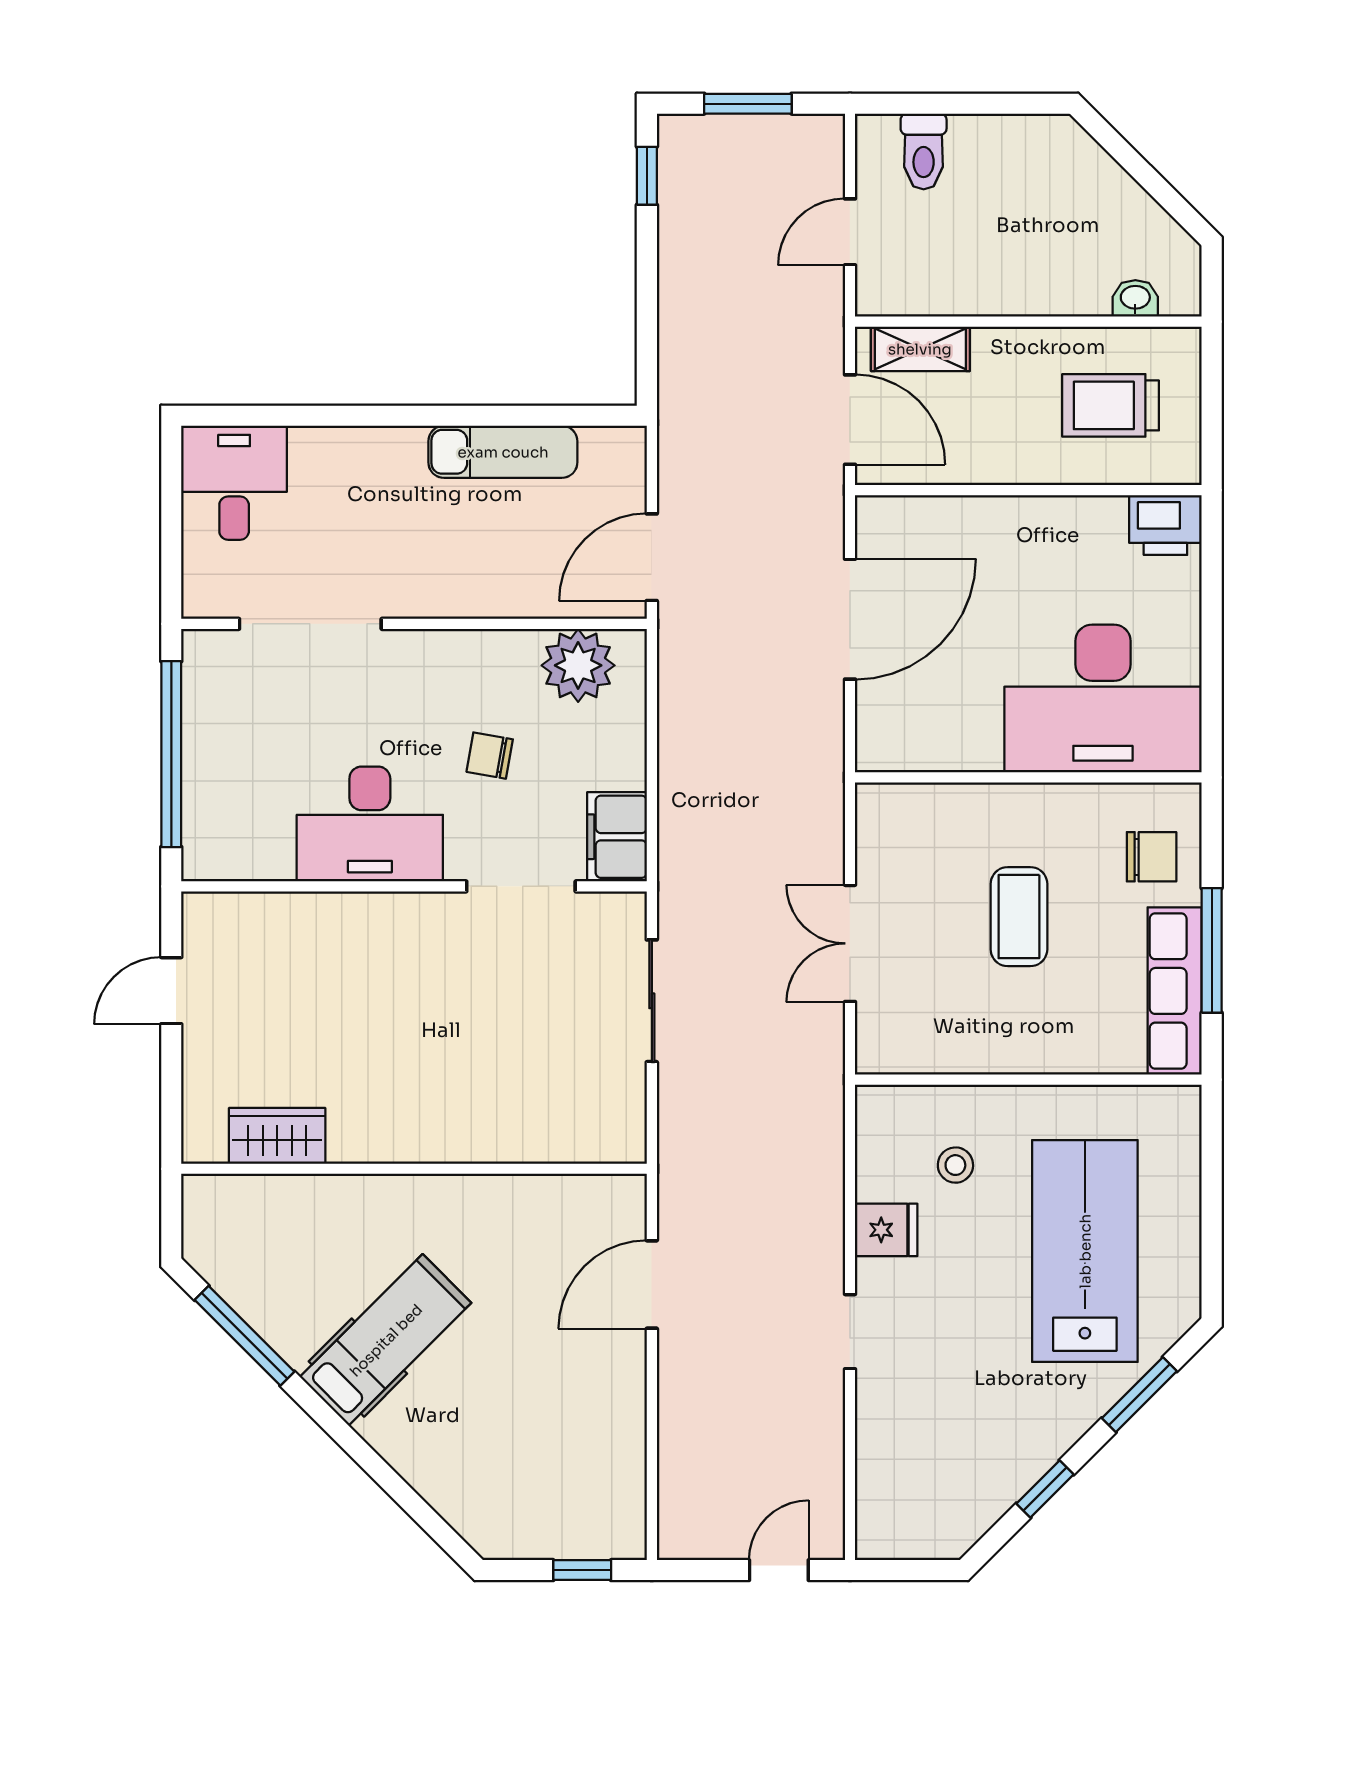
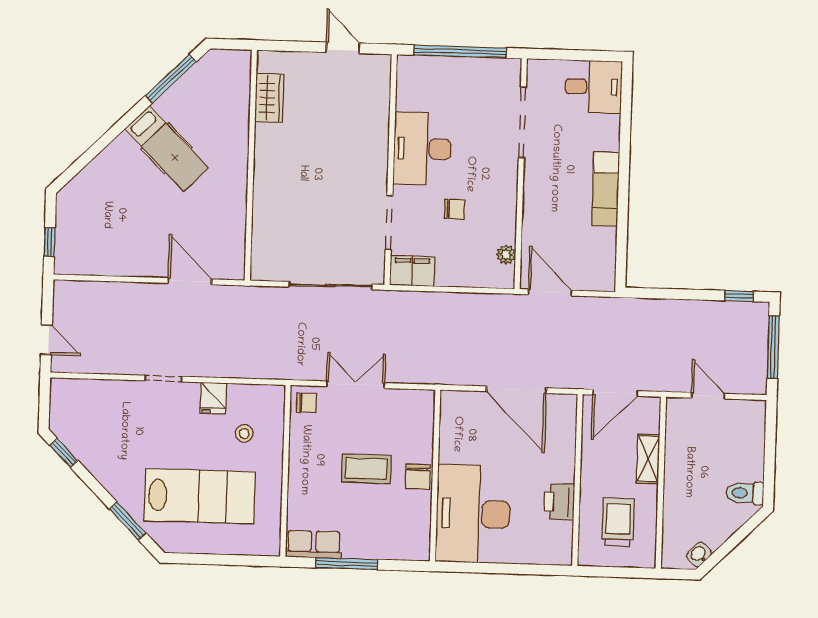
window: (748, 104) -> (773, 347), width x1.44
toilet: (924, 151) -> (745, 493), moved
washbasin: (1135, 298) -> (699, 554), moved, turned -135
shelving: (920, 349) -> (648, 459), moved
exam couch: (503, 452) -> (606, 189), moved
printer: (1165, 525) -> (559, 502), moved
plant: (578, 665) -> (506, 255), width x0.53, depth x0.53
chair: (490, 756) -> (454, 209), turned 80
chair: (1152, 857) -> (418, 477), moved
row of seats: (1175, 991) -> (314, 544), width x0.68
sliding door: (652, 1001) -> (330, 286), width x1.37
chair: (890, 1042) -> (306, 403), added
window: (1045, 1489) -> (64, 453), moved

